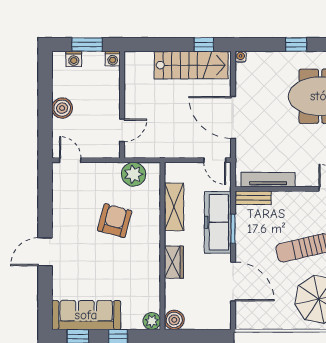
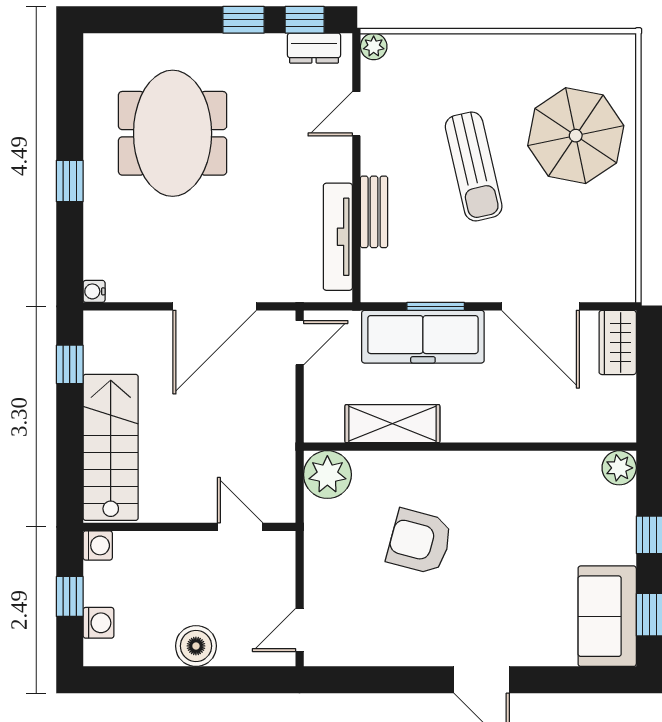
window: (87, 45) -> (70, 596), width x0.67
stairs: (191, 65) -> (111, 447), moved
plant: (134, 174) -> (327, 475), moved
bench: (253, 198) -> (374, 212), moved
wardrobe: (174, 262) -> (618, 342), moved, turned -90
door: (233, 281) -> (540, 306), swing flipped
sofa: (86, 315) -> (607, 616), width x0.73
boiler: (174, 320) -> (617, 423), removed

